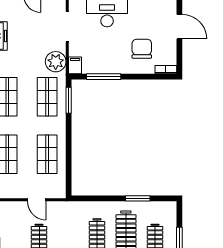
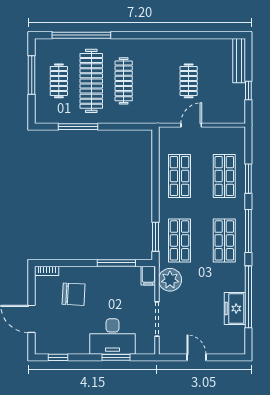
chair: (142, 49) -> (74, 294), turned -87
window: (138, 198) -> (78, 127), width x1.44
door: (37, 200) -> (191, 125), hinge flipped

